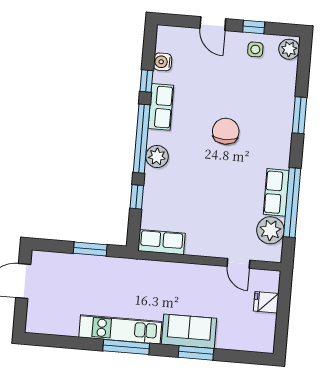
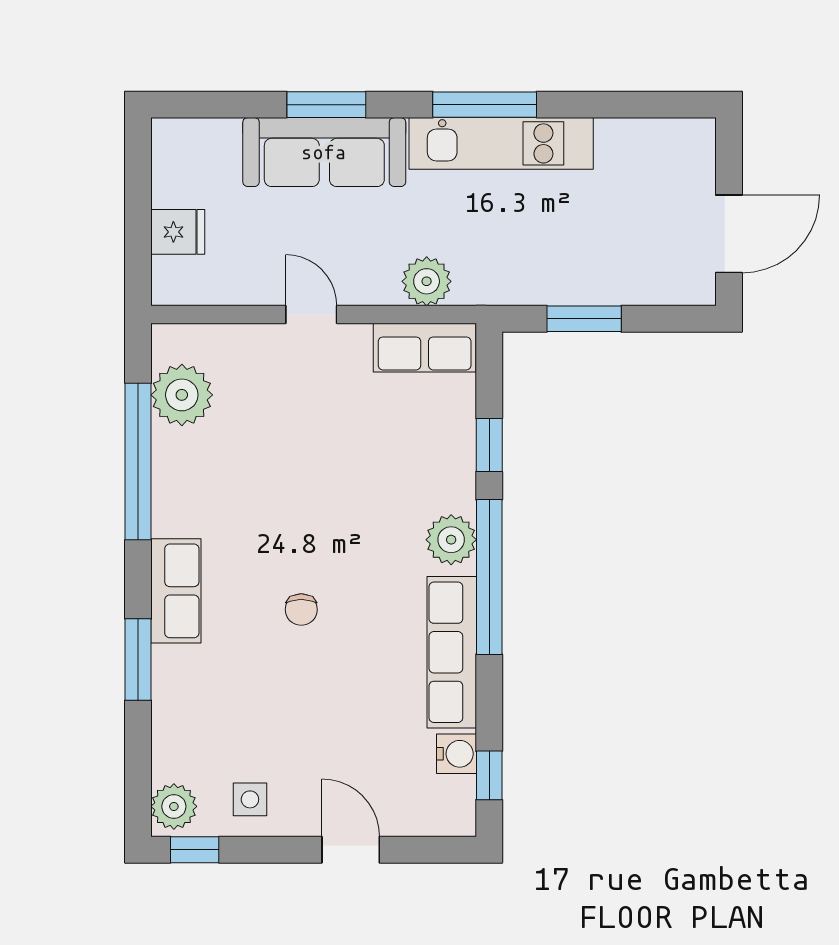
window: (254, 27) -> (195, 850), moved
window: (146, 81) -> (489, 775), moved
row of seats: (161, 107) -> (452, 652), width x1.48
chair: (226, 131) -> (301, 610), width x0.54, depth x0.54
row of seats: (276, 192) -> (176, 591), moved
door: (238, 263) -> (311, 314), moved
plant: (158, 271) -> (427, 281), added
sofa: (189, 331) -> (324, 152), width x1.36

